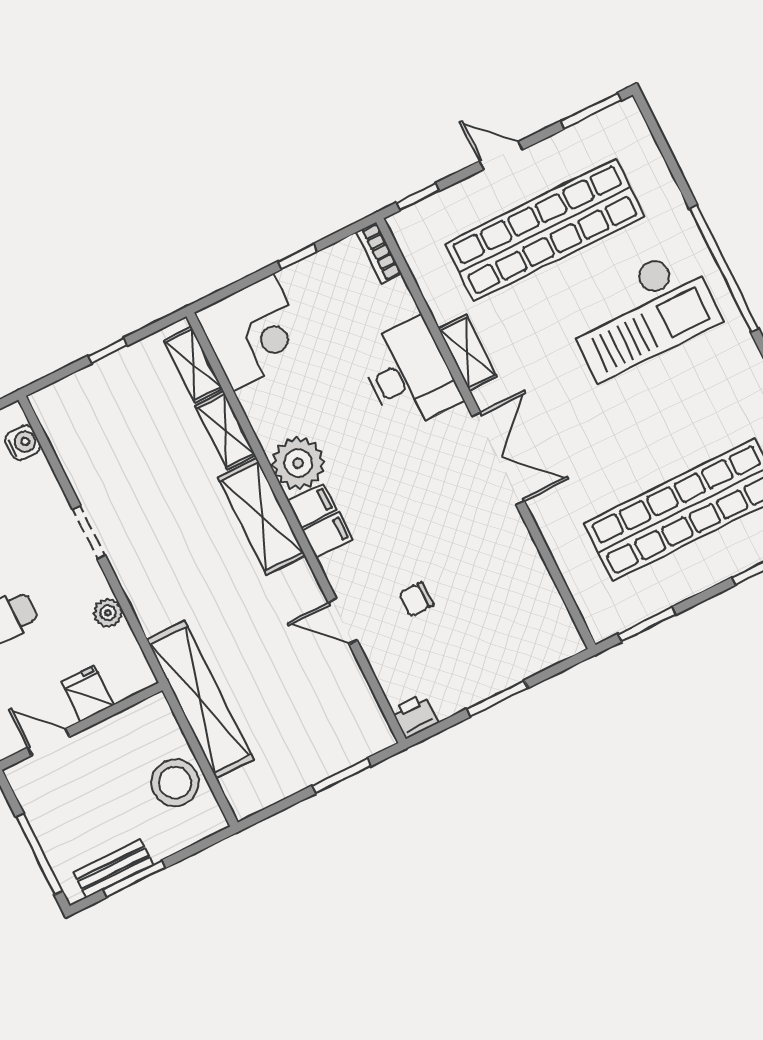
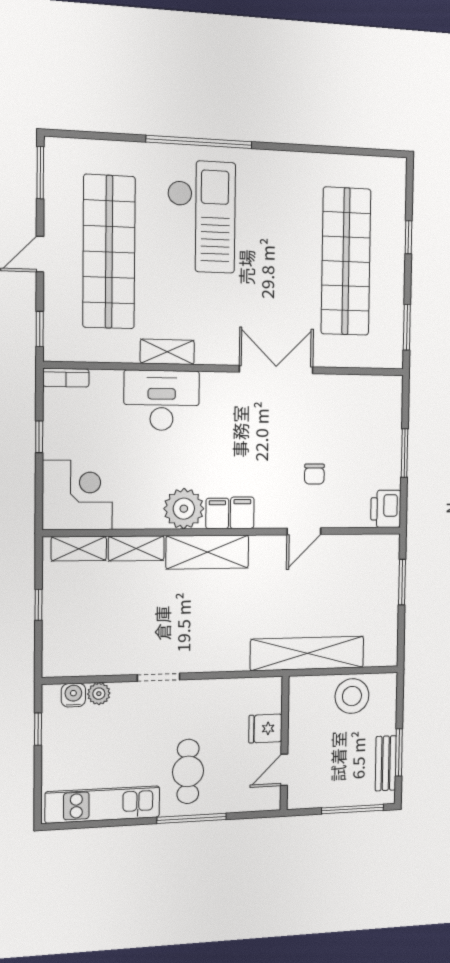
double door: (498, 459) -> (276, 370), moved
plant: (108, 613) -> (99, 694), moved
printer: (415, 716) -> (386, 509), width x1.36, depth x1.24

